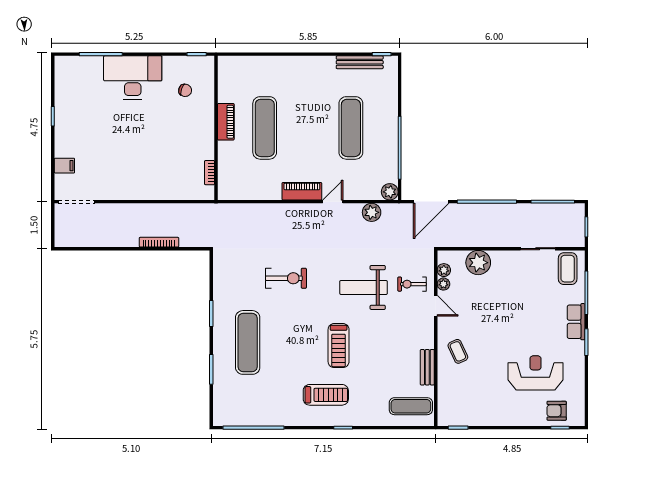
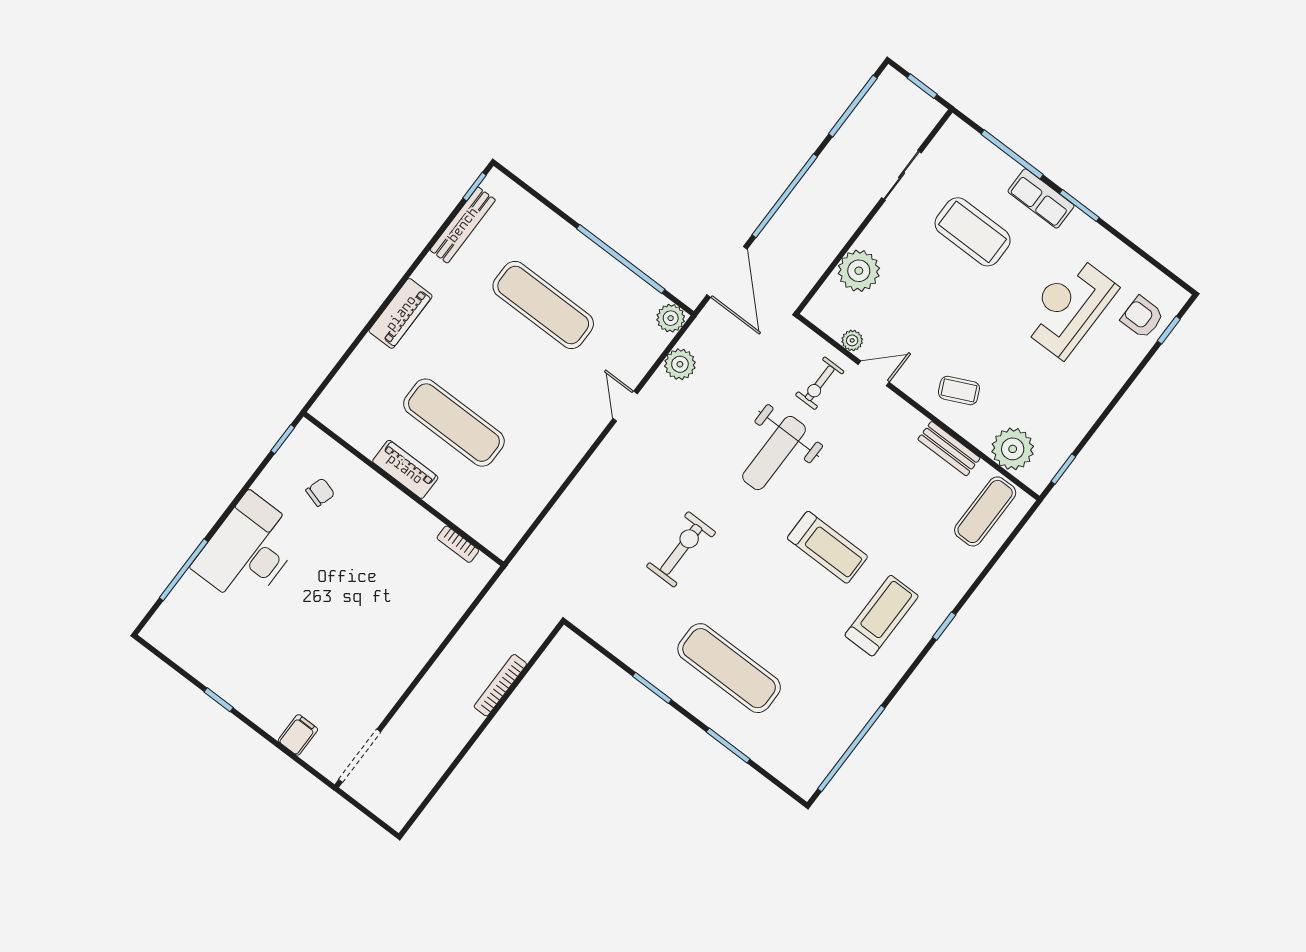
piano: (302, 191) -> (401, 313), moved, turned 180
coffee table: (568, 269) -> (973, 232), moved, width x1.36, depth x1.32
plant: (444, 270) -> (1013, 449), moved, width x1.88, depth x1.88
armchair: (557, 411) -> (1142, 317), turned 90

